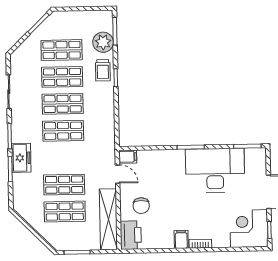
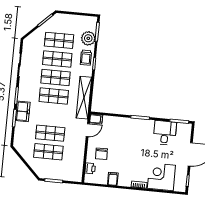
desk: (215, 170) -> (165, 133), width x0.53, depth x0.77
door: (118, 174) -> (88, 130), hinge flipped
shelving: (108, 219) -> (84, 98), moved
corner desk: (249, 229) -> (161, 177), moved
printer: (131, 235) -> (90, 168), width x0.53, depth x0.68
filing cabinet: (181, 239) -> (113, 179), moved

